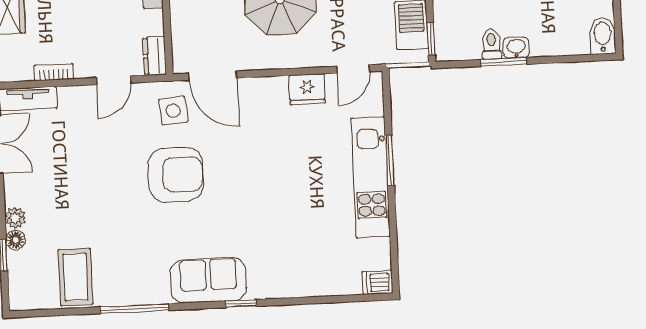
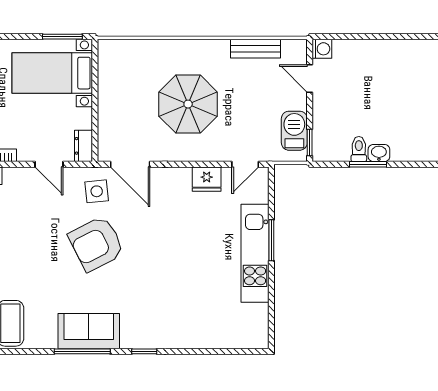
door: (114, 80) -> (49, 164), hinge flipped
armchair: (176, 175) -> (96, 244), turned 153
sofa: (208, 280) -> (89, 331), moved
dishwasher: (378, 283) -> (257, 339), removed
window: (135, 309) -> (82, 351), moved

